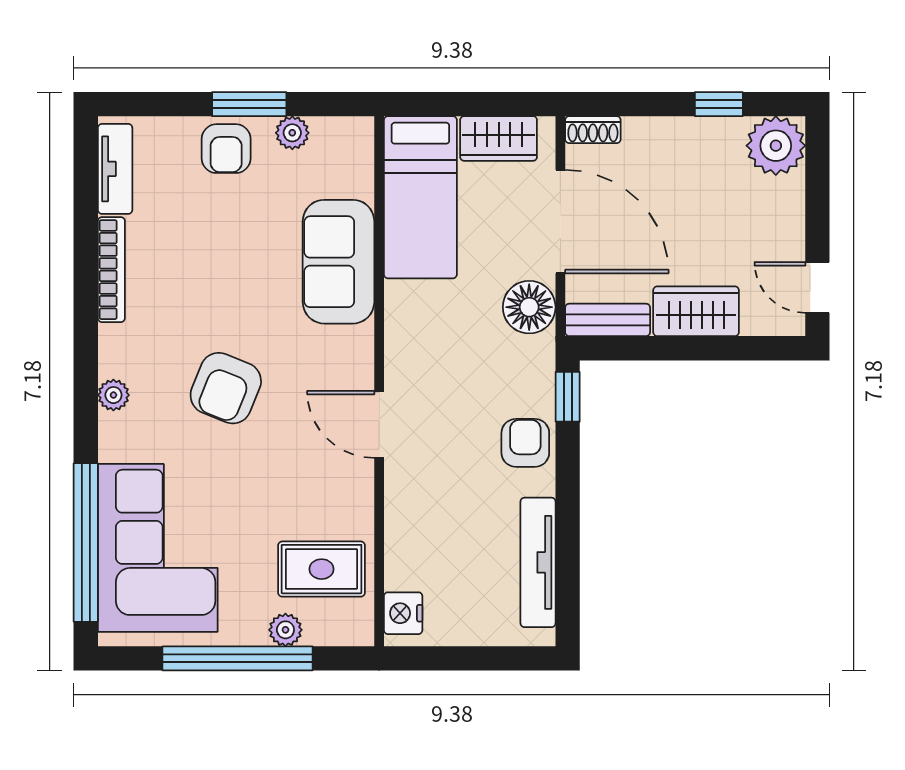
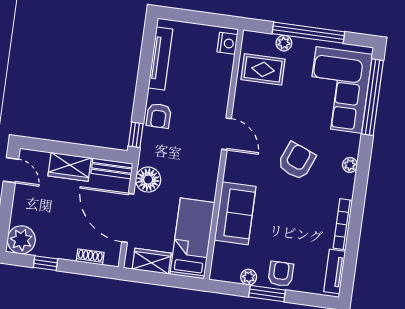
shoe rack: (593, 130) -> (90, 257), moved

